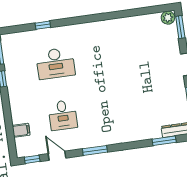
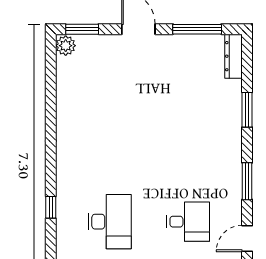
window: (43, 25) -> (51, 207), moved
window: (164, 141) -> (247, 110), moved

